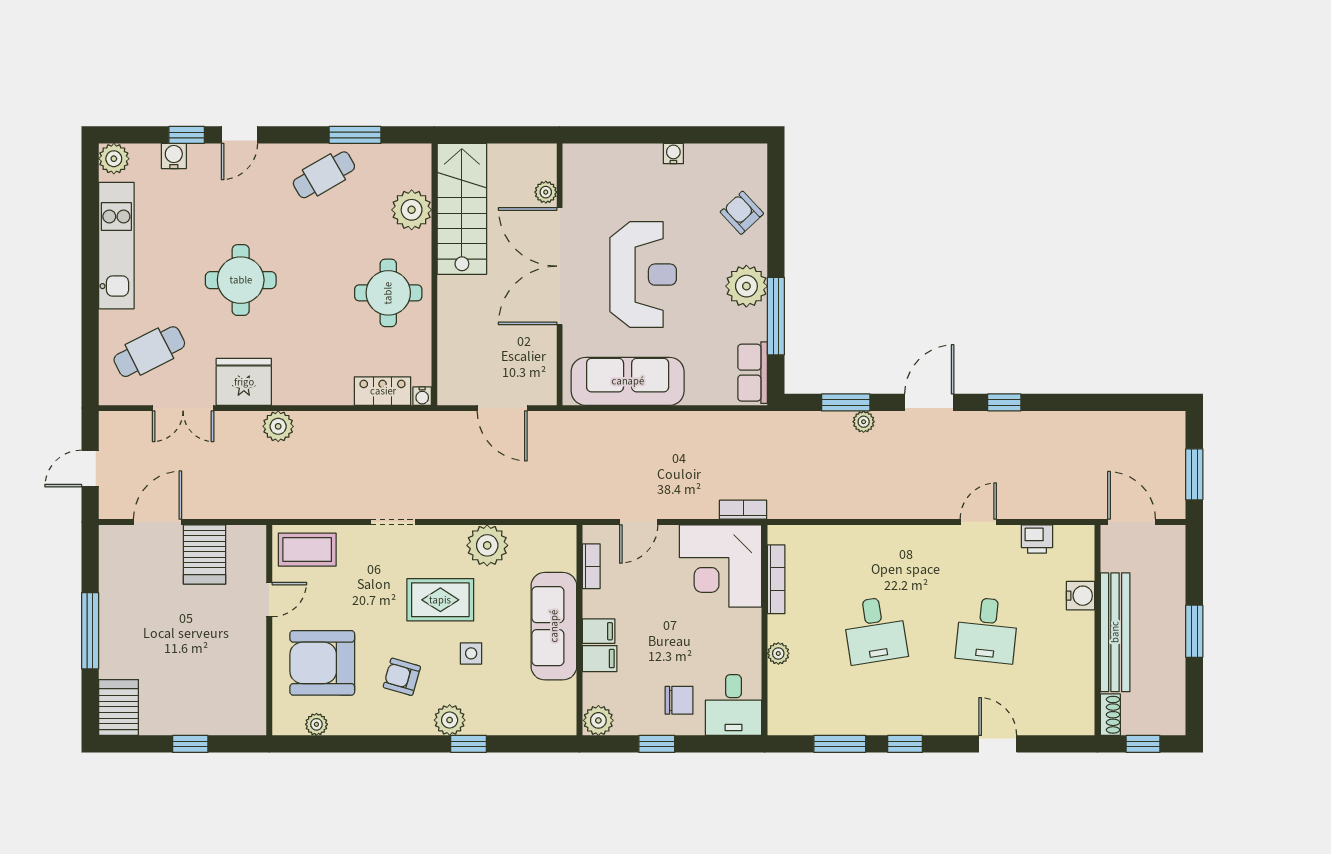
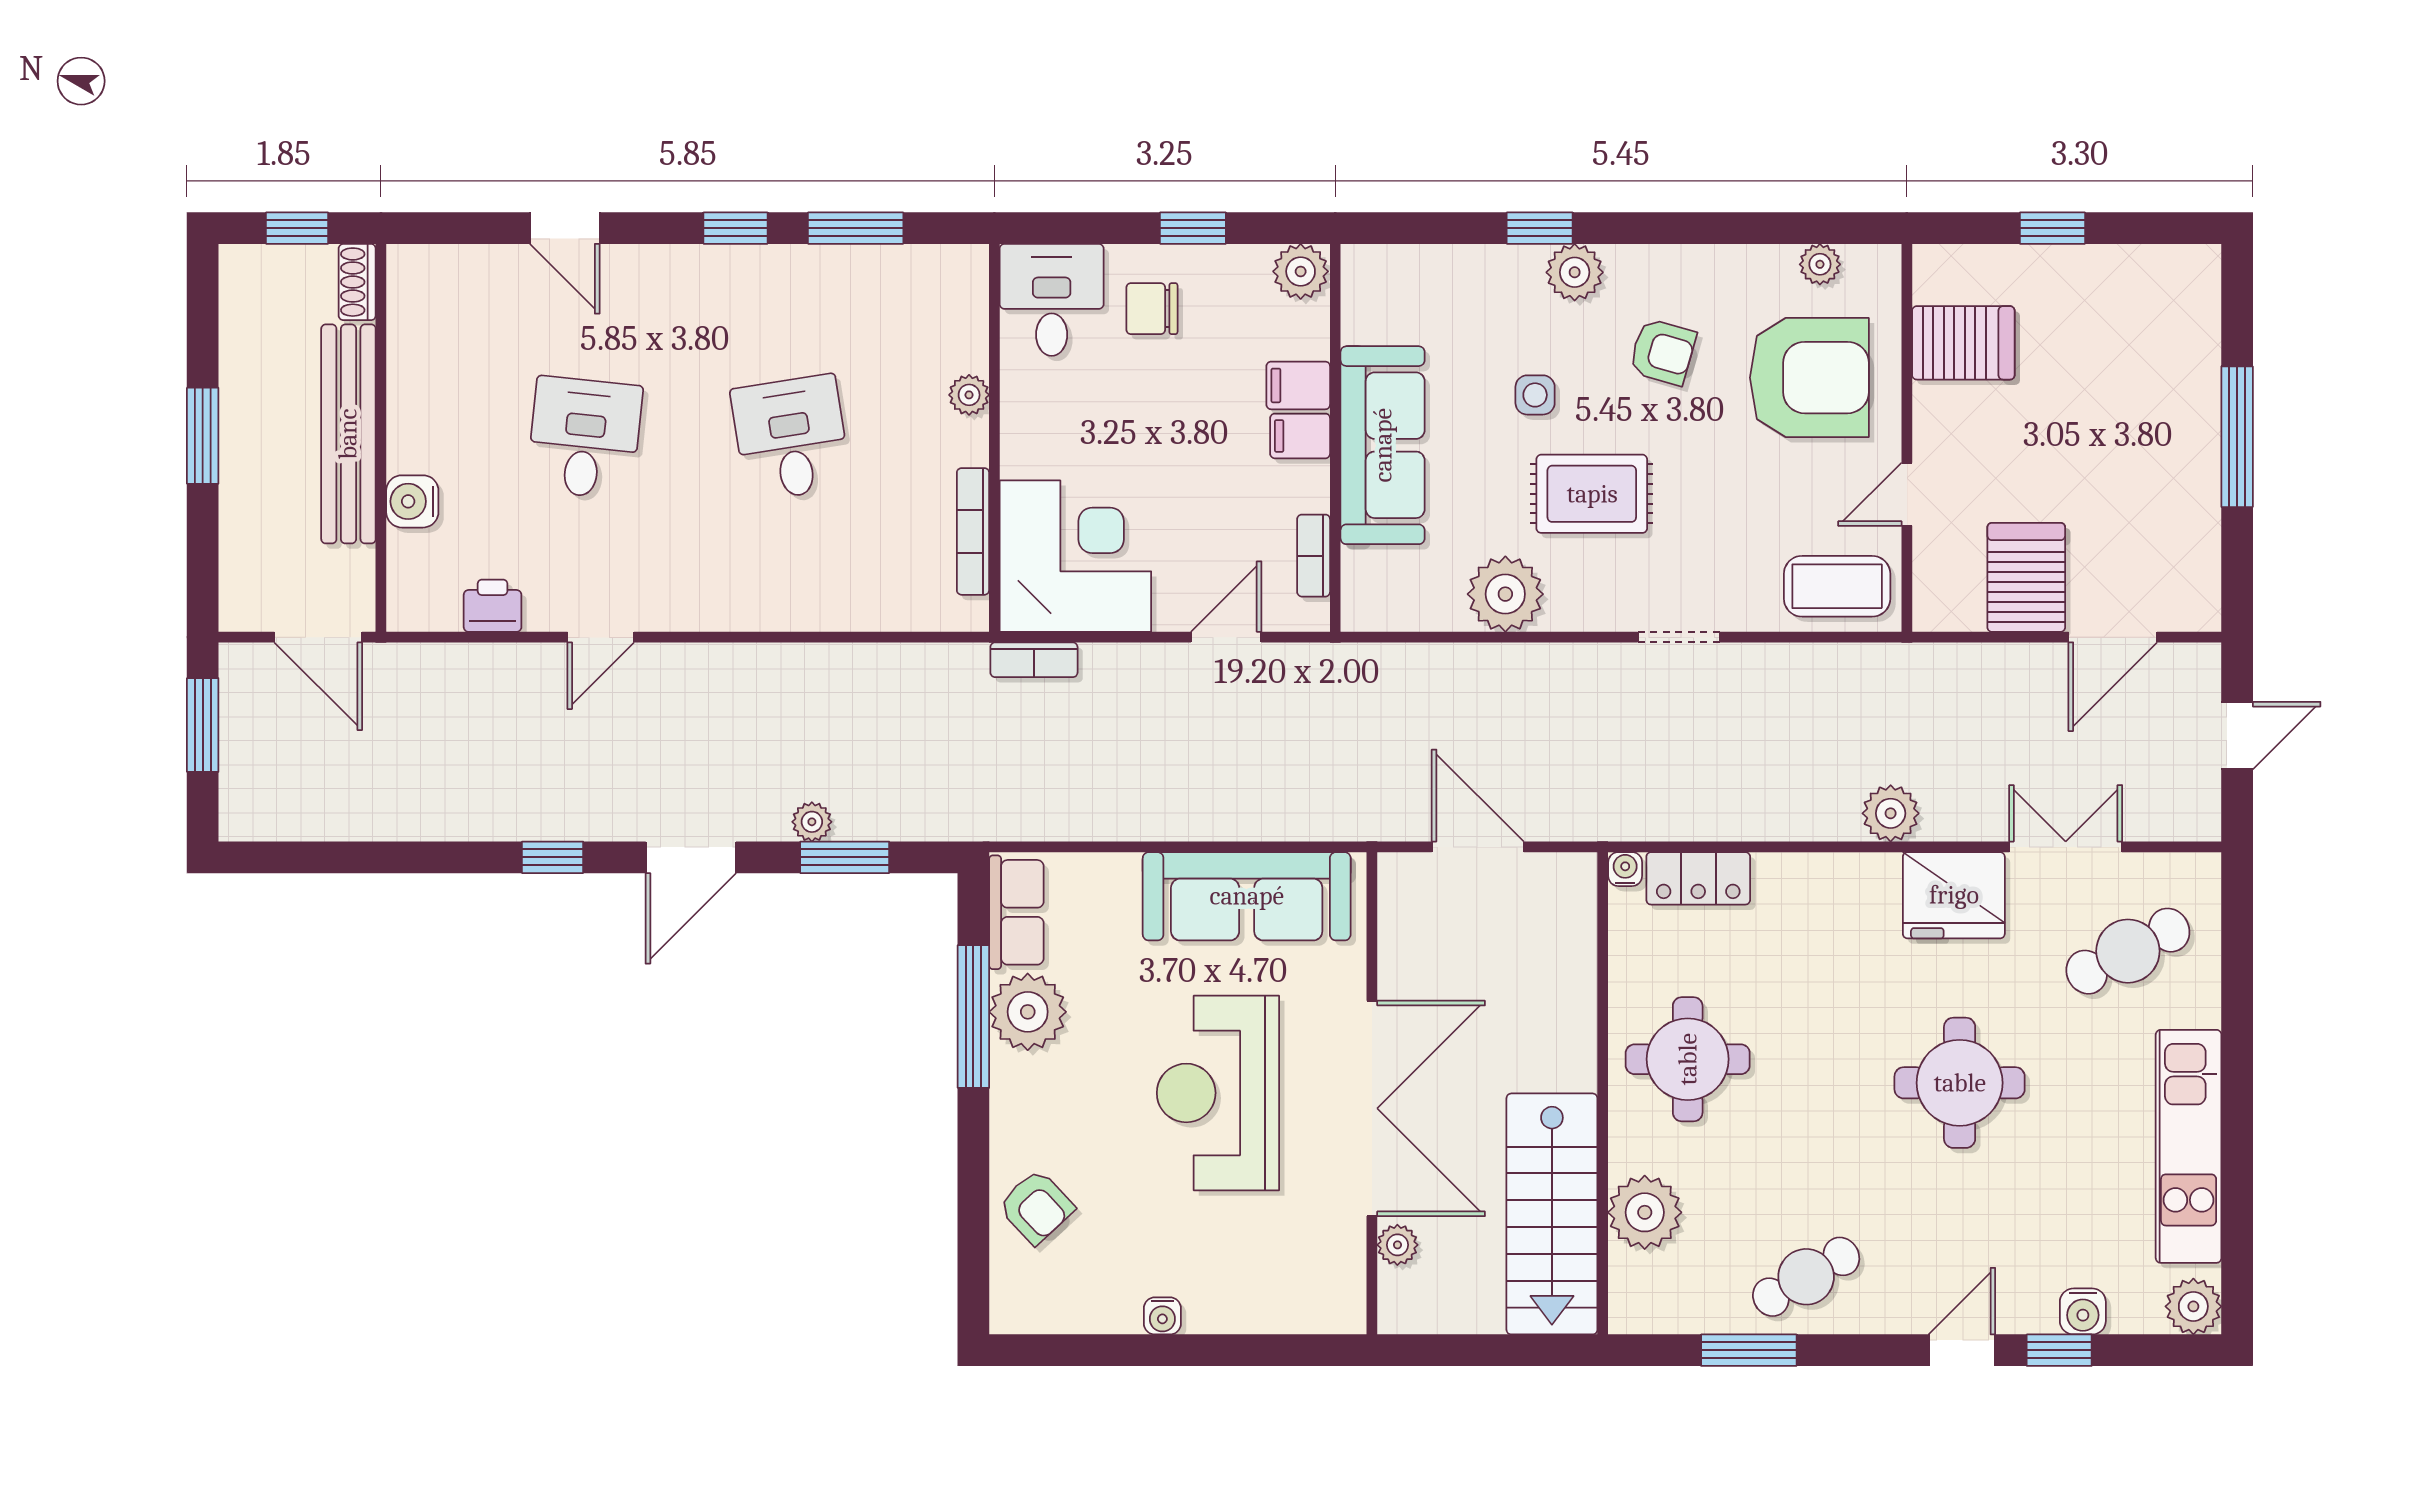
plant: (746, 286) -> (1028, 1012), moved
server rack: (119, 708) -> (1963, 343), moved, turned -90

